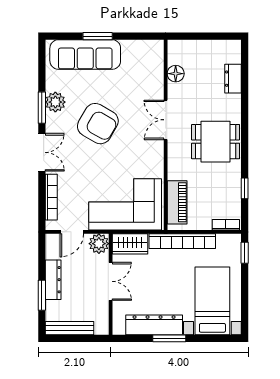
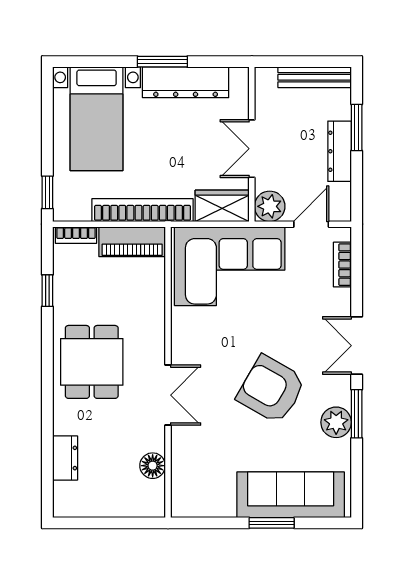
dining table: (216, 142) -> (92, 362), turned 90
bookcase: (51, 197) -> (342, 265), width x0.64
piano: (177, 202) -> (132, 242), moved, turned -90

